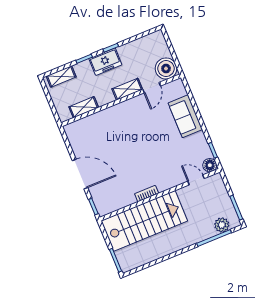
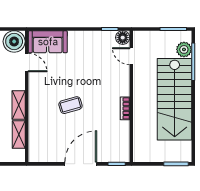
shelving: (127, 89) -> (19, 105), moved
sofa: (185, 116) -> (48, 42), moved
coffee table: (129, 143) -> (70, 105), added
door: (196, 180) -> (131, 56), hinge flipped
stairs: (144, 221) -> (175, 99), moved, turned 180

